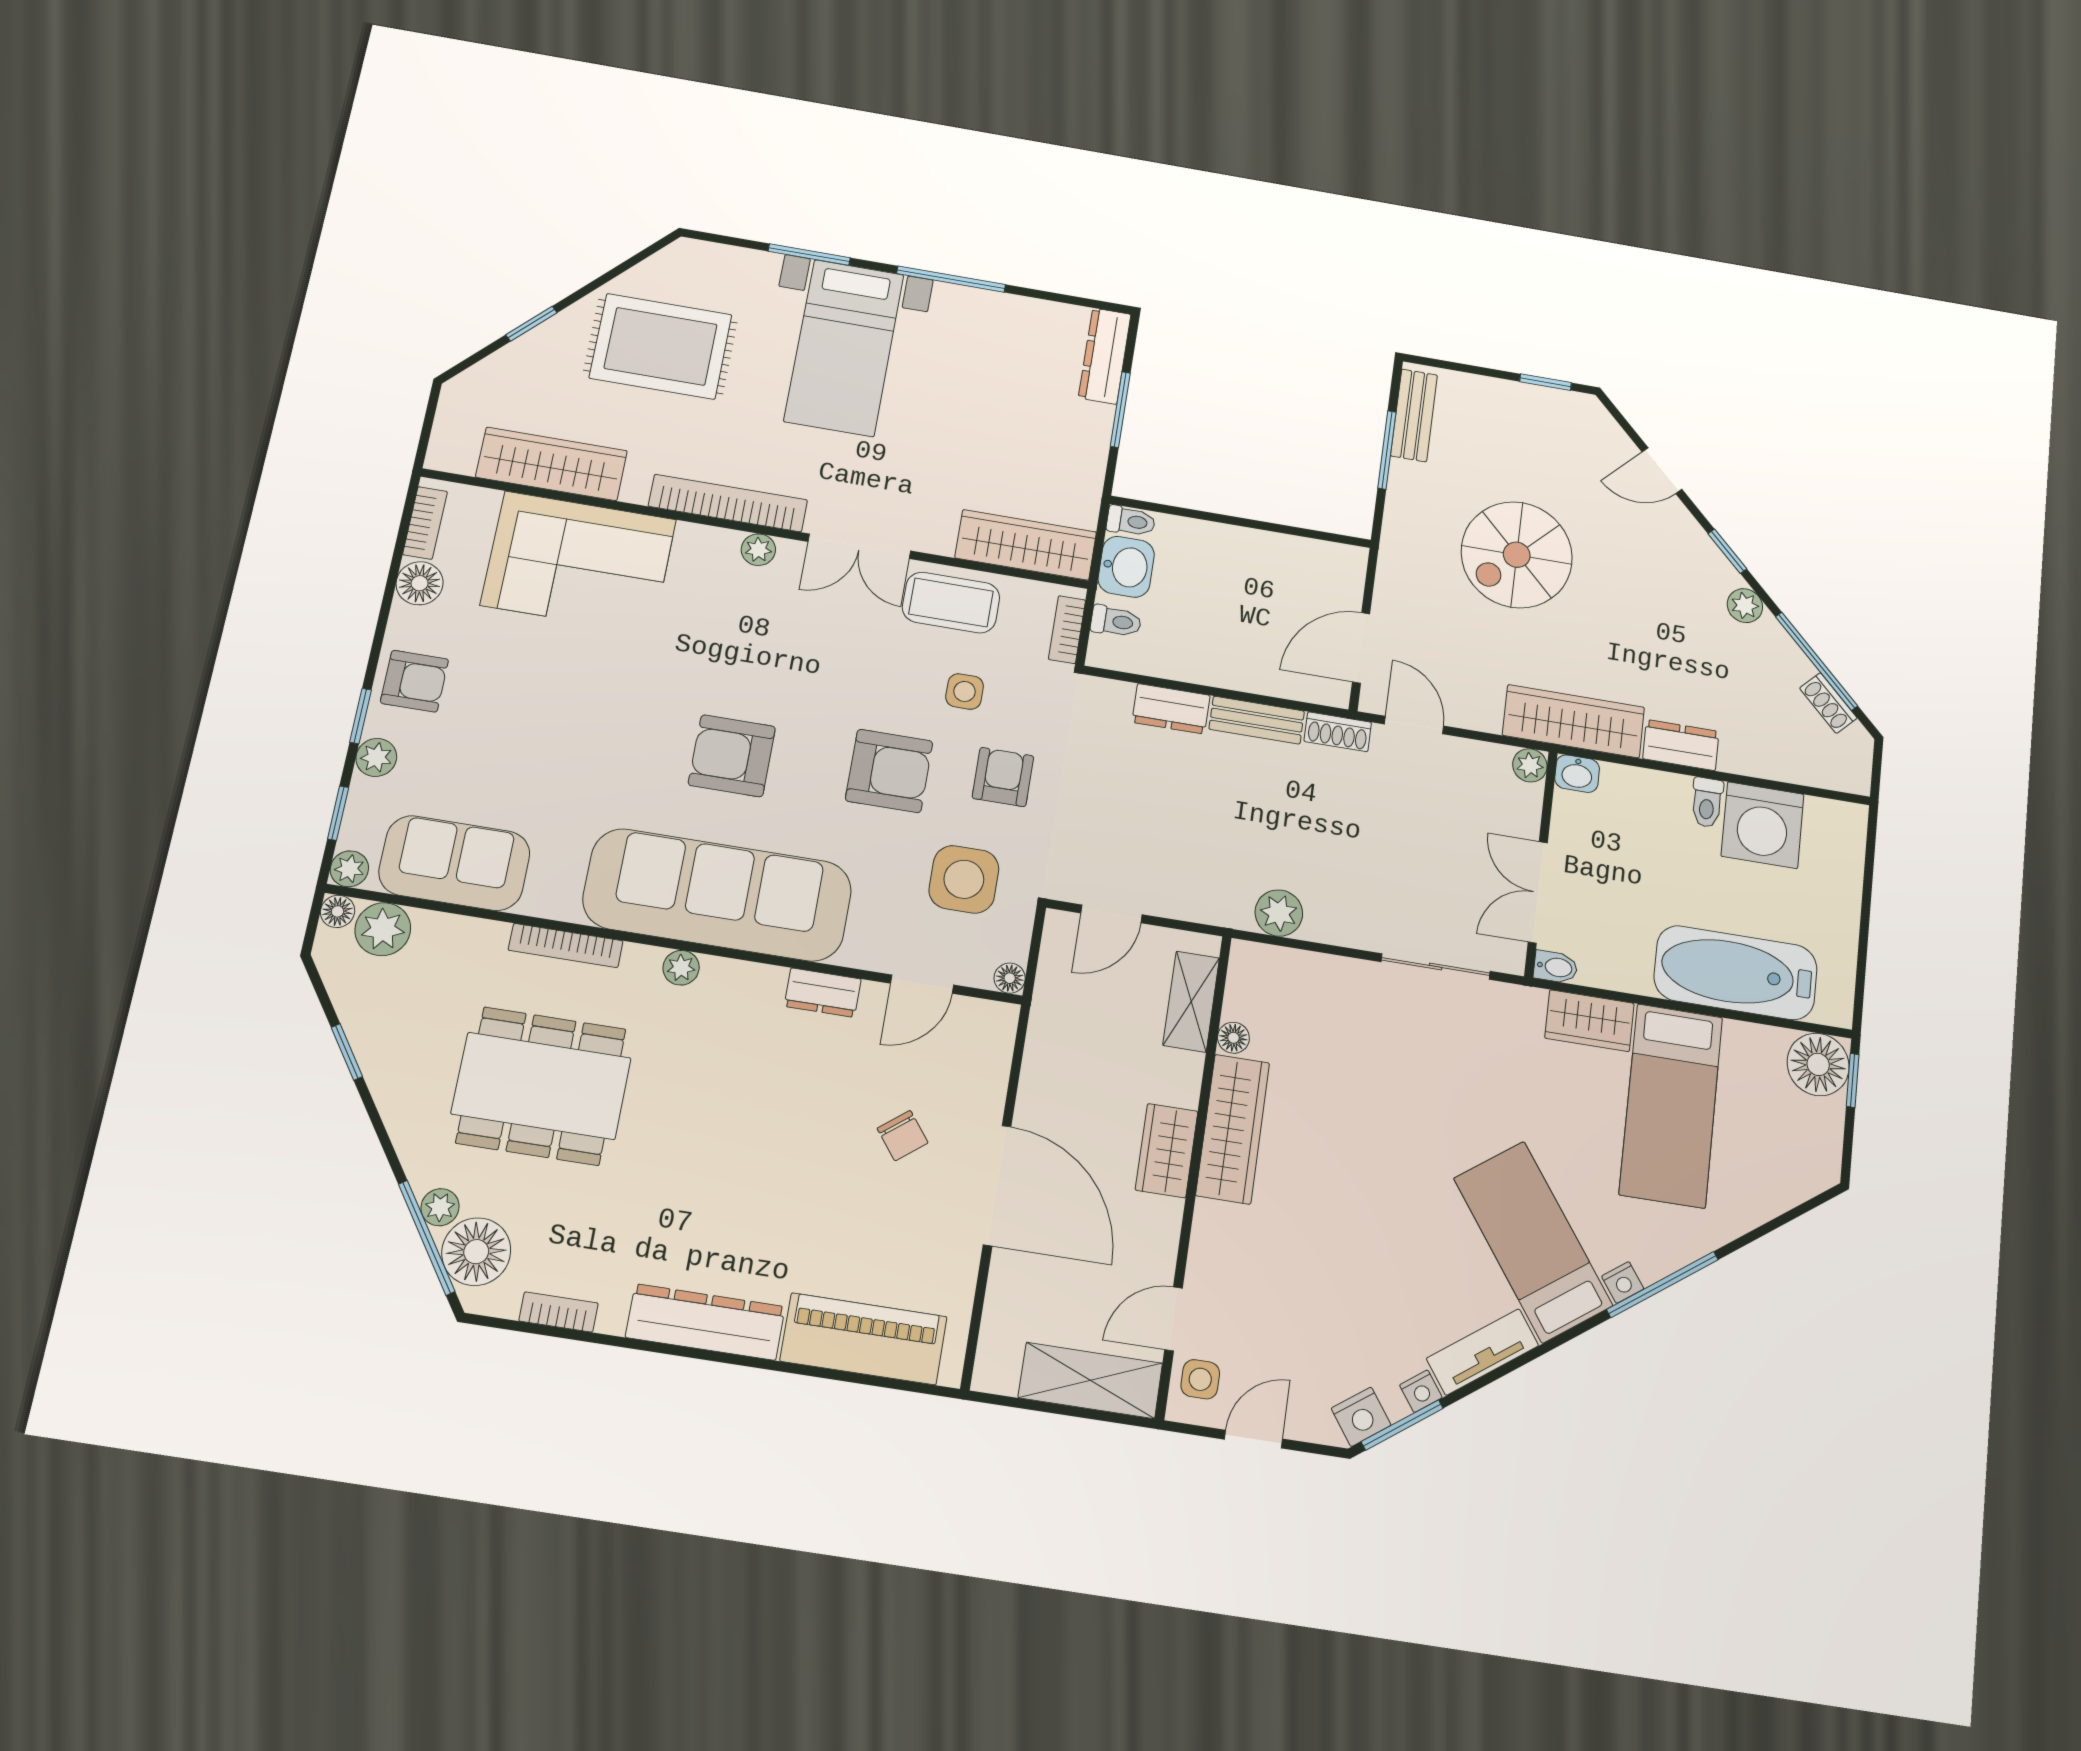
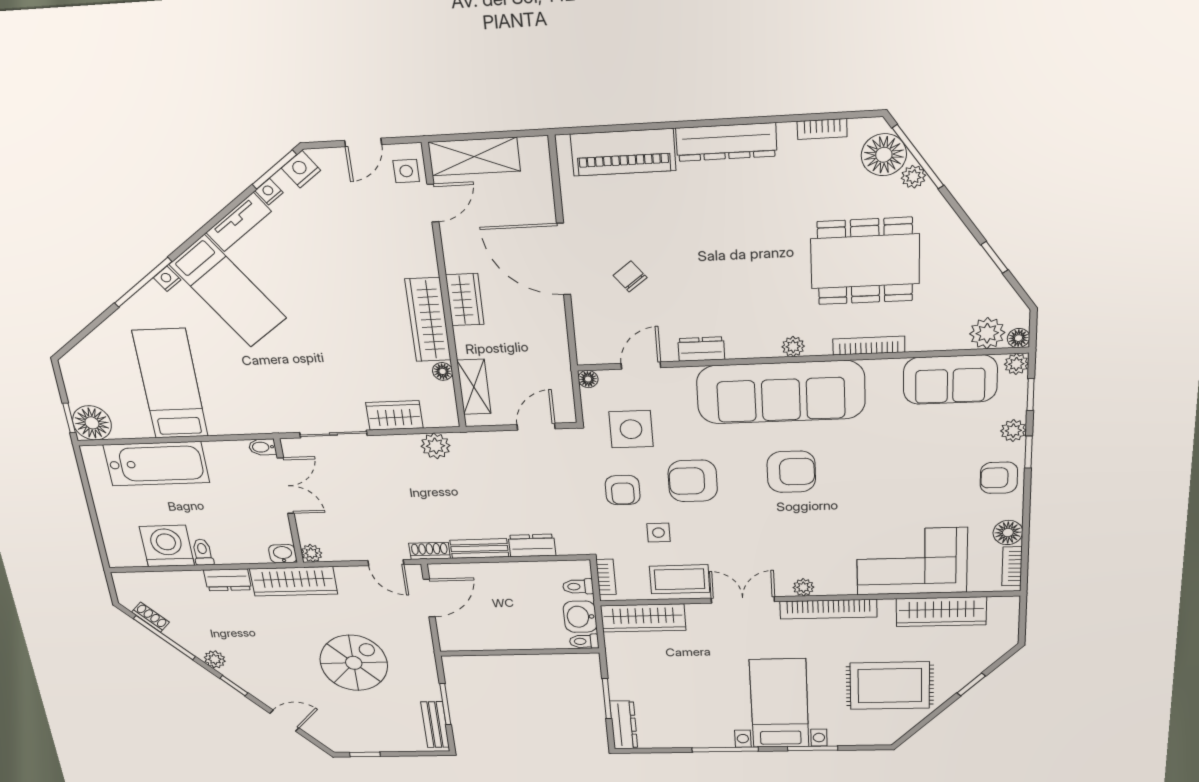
wardrobe: (1589, 1021) -> (394, 415), moved

